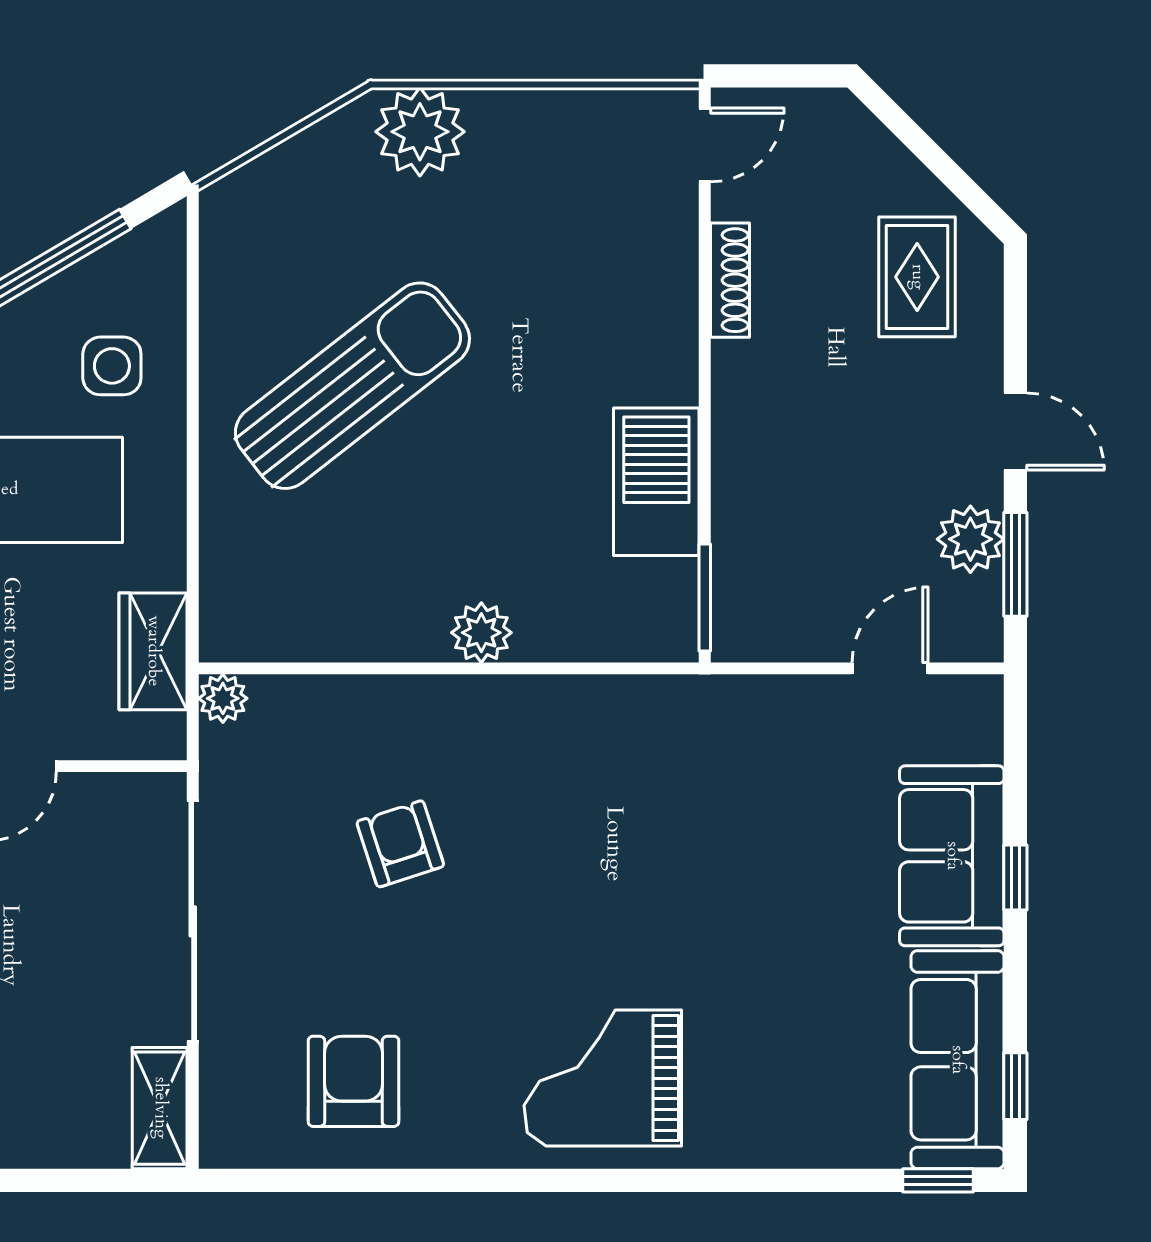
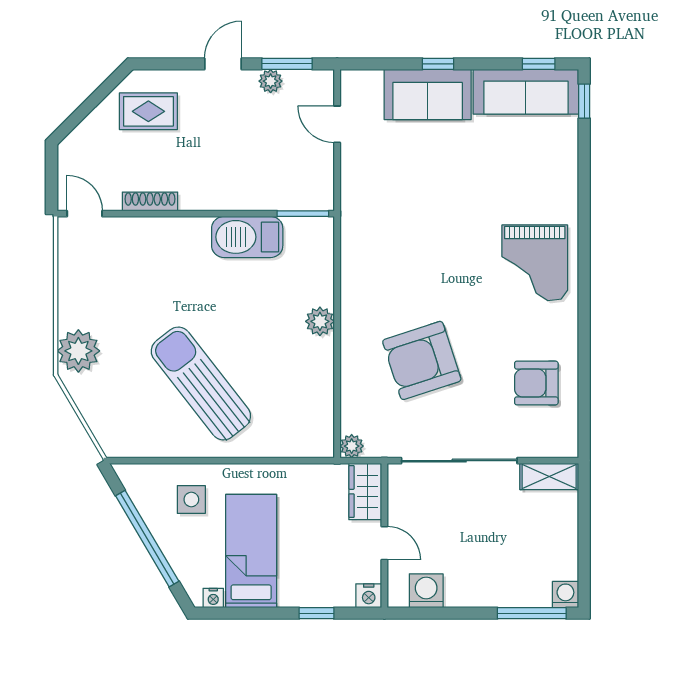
plant: (970, 539) -> (271, 81), width x0.73, depth x0.73
wardrobe: (153, 651) -> (365, 492), moved, turned 90
armchair: (400, 844) -> (422, 360), width x1.88, depth x1.88

